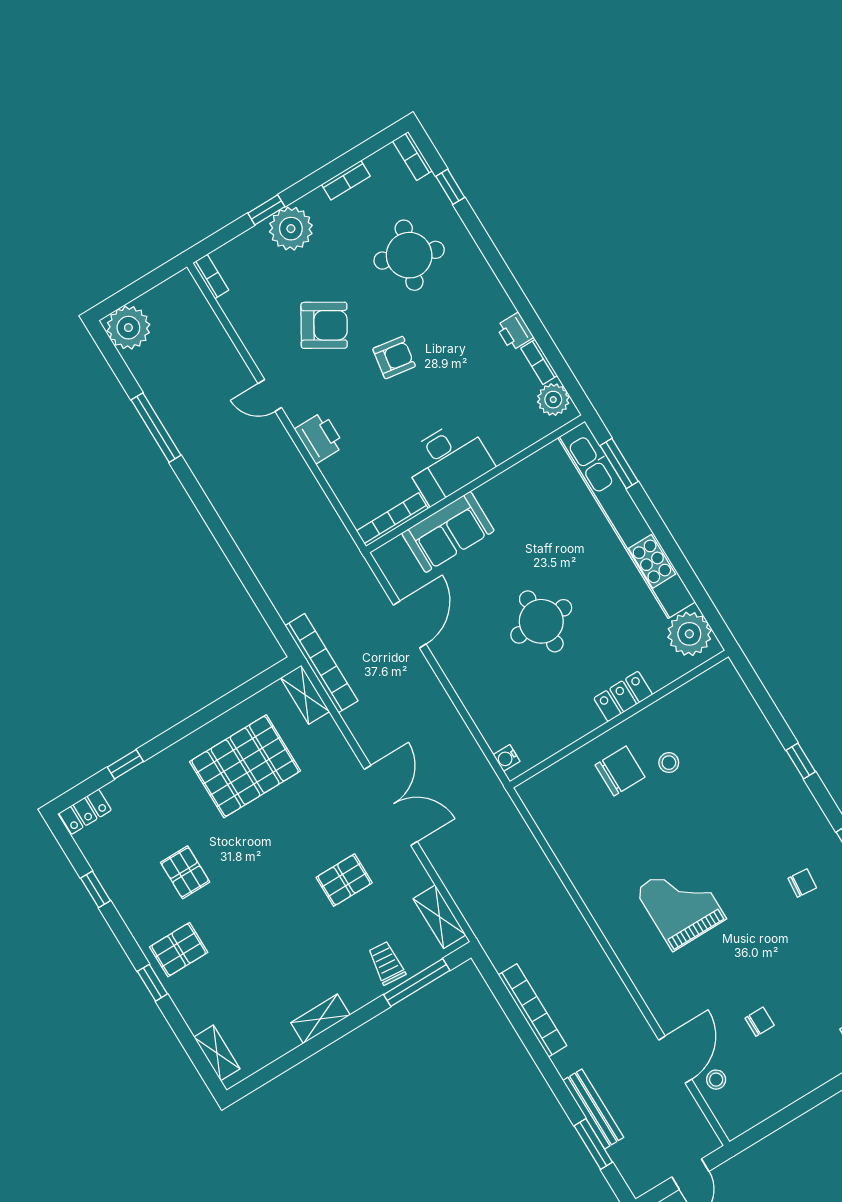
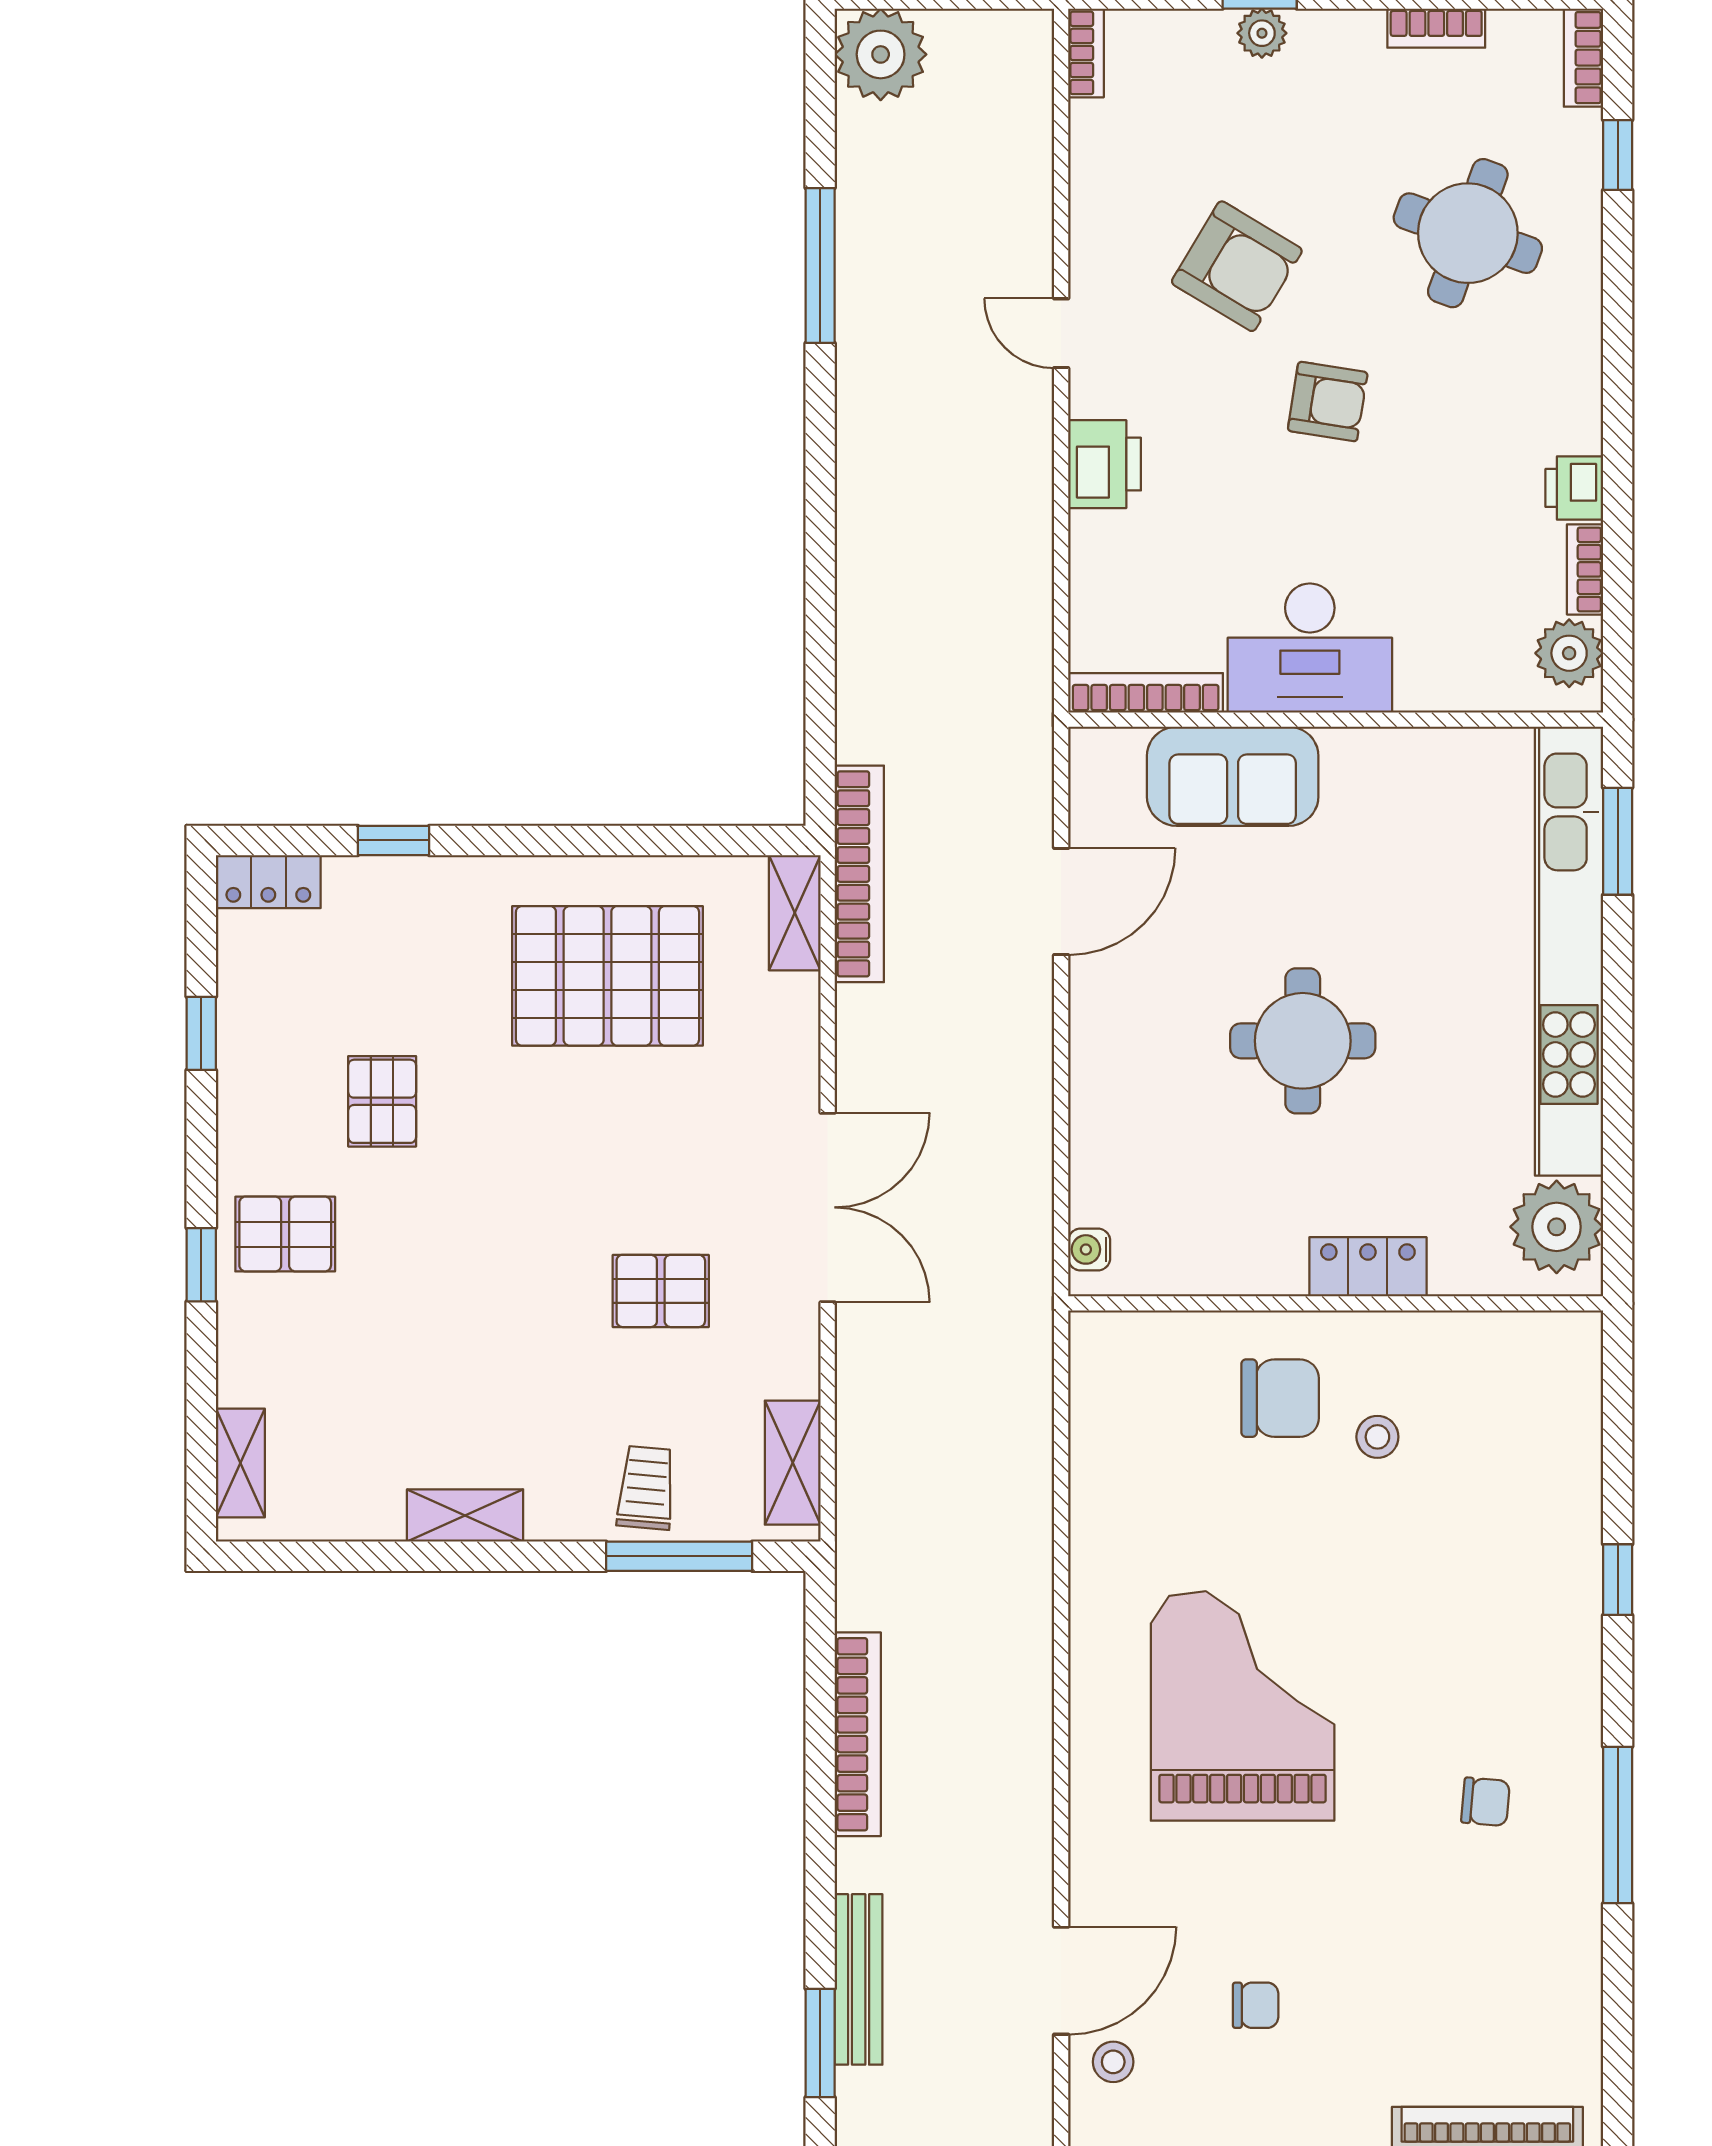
plant: (291, 229) -> (1262, 33), width x0.53, depth x0.53
grand piano: (681, 904) -> (1243, 1706), width x1.37, depth x1.48

